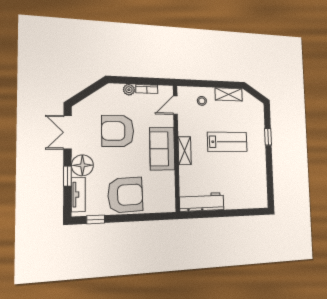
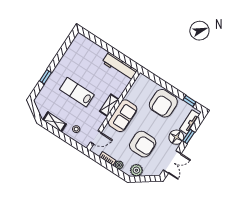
plant: (105, 96) -> (136, 170), added
armchair: (125, 195) -> (163, 103), turned -88

